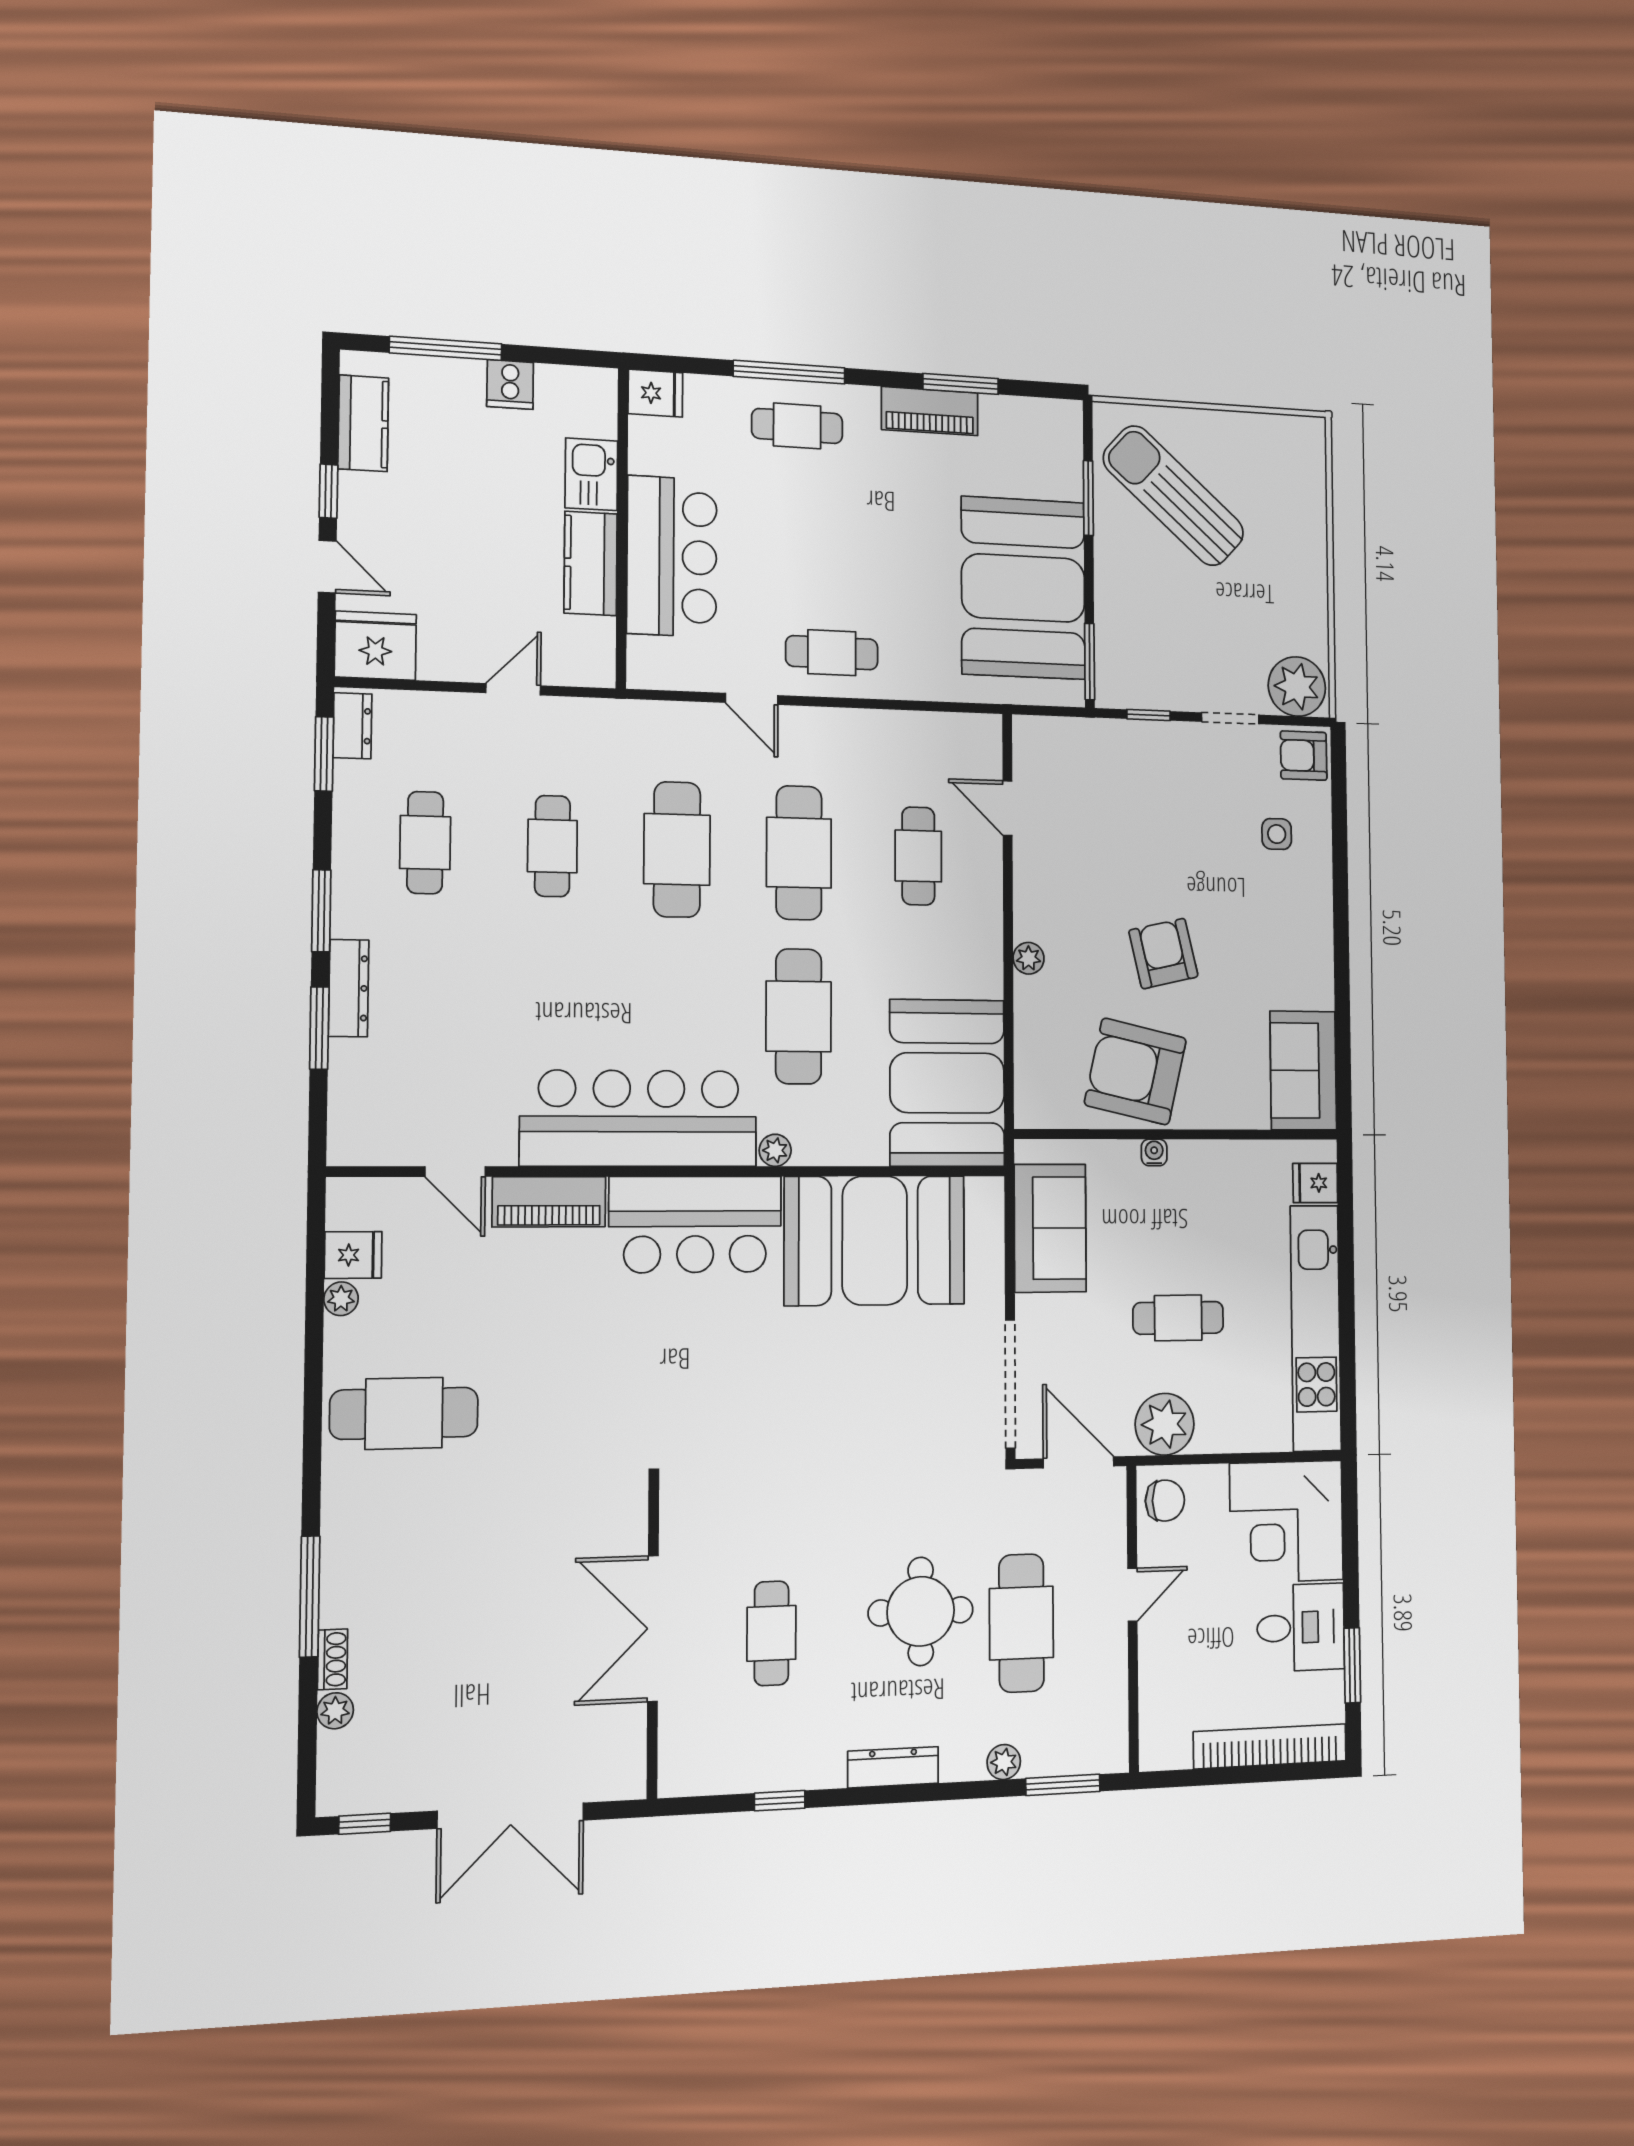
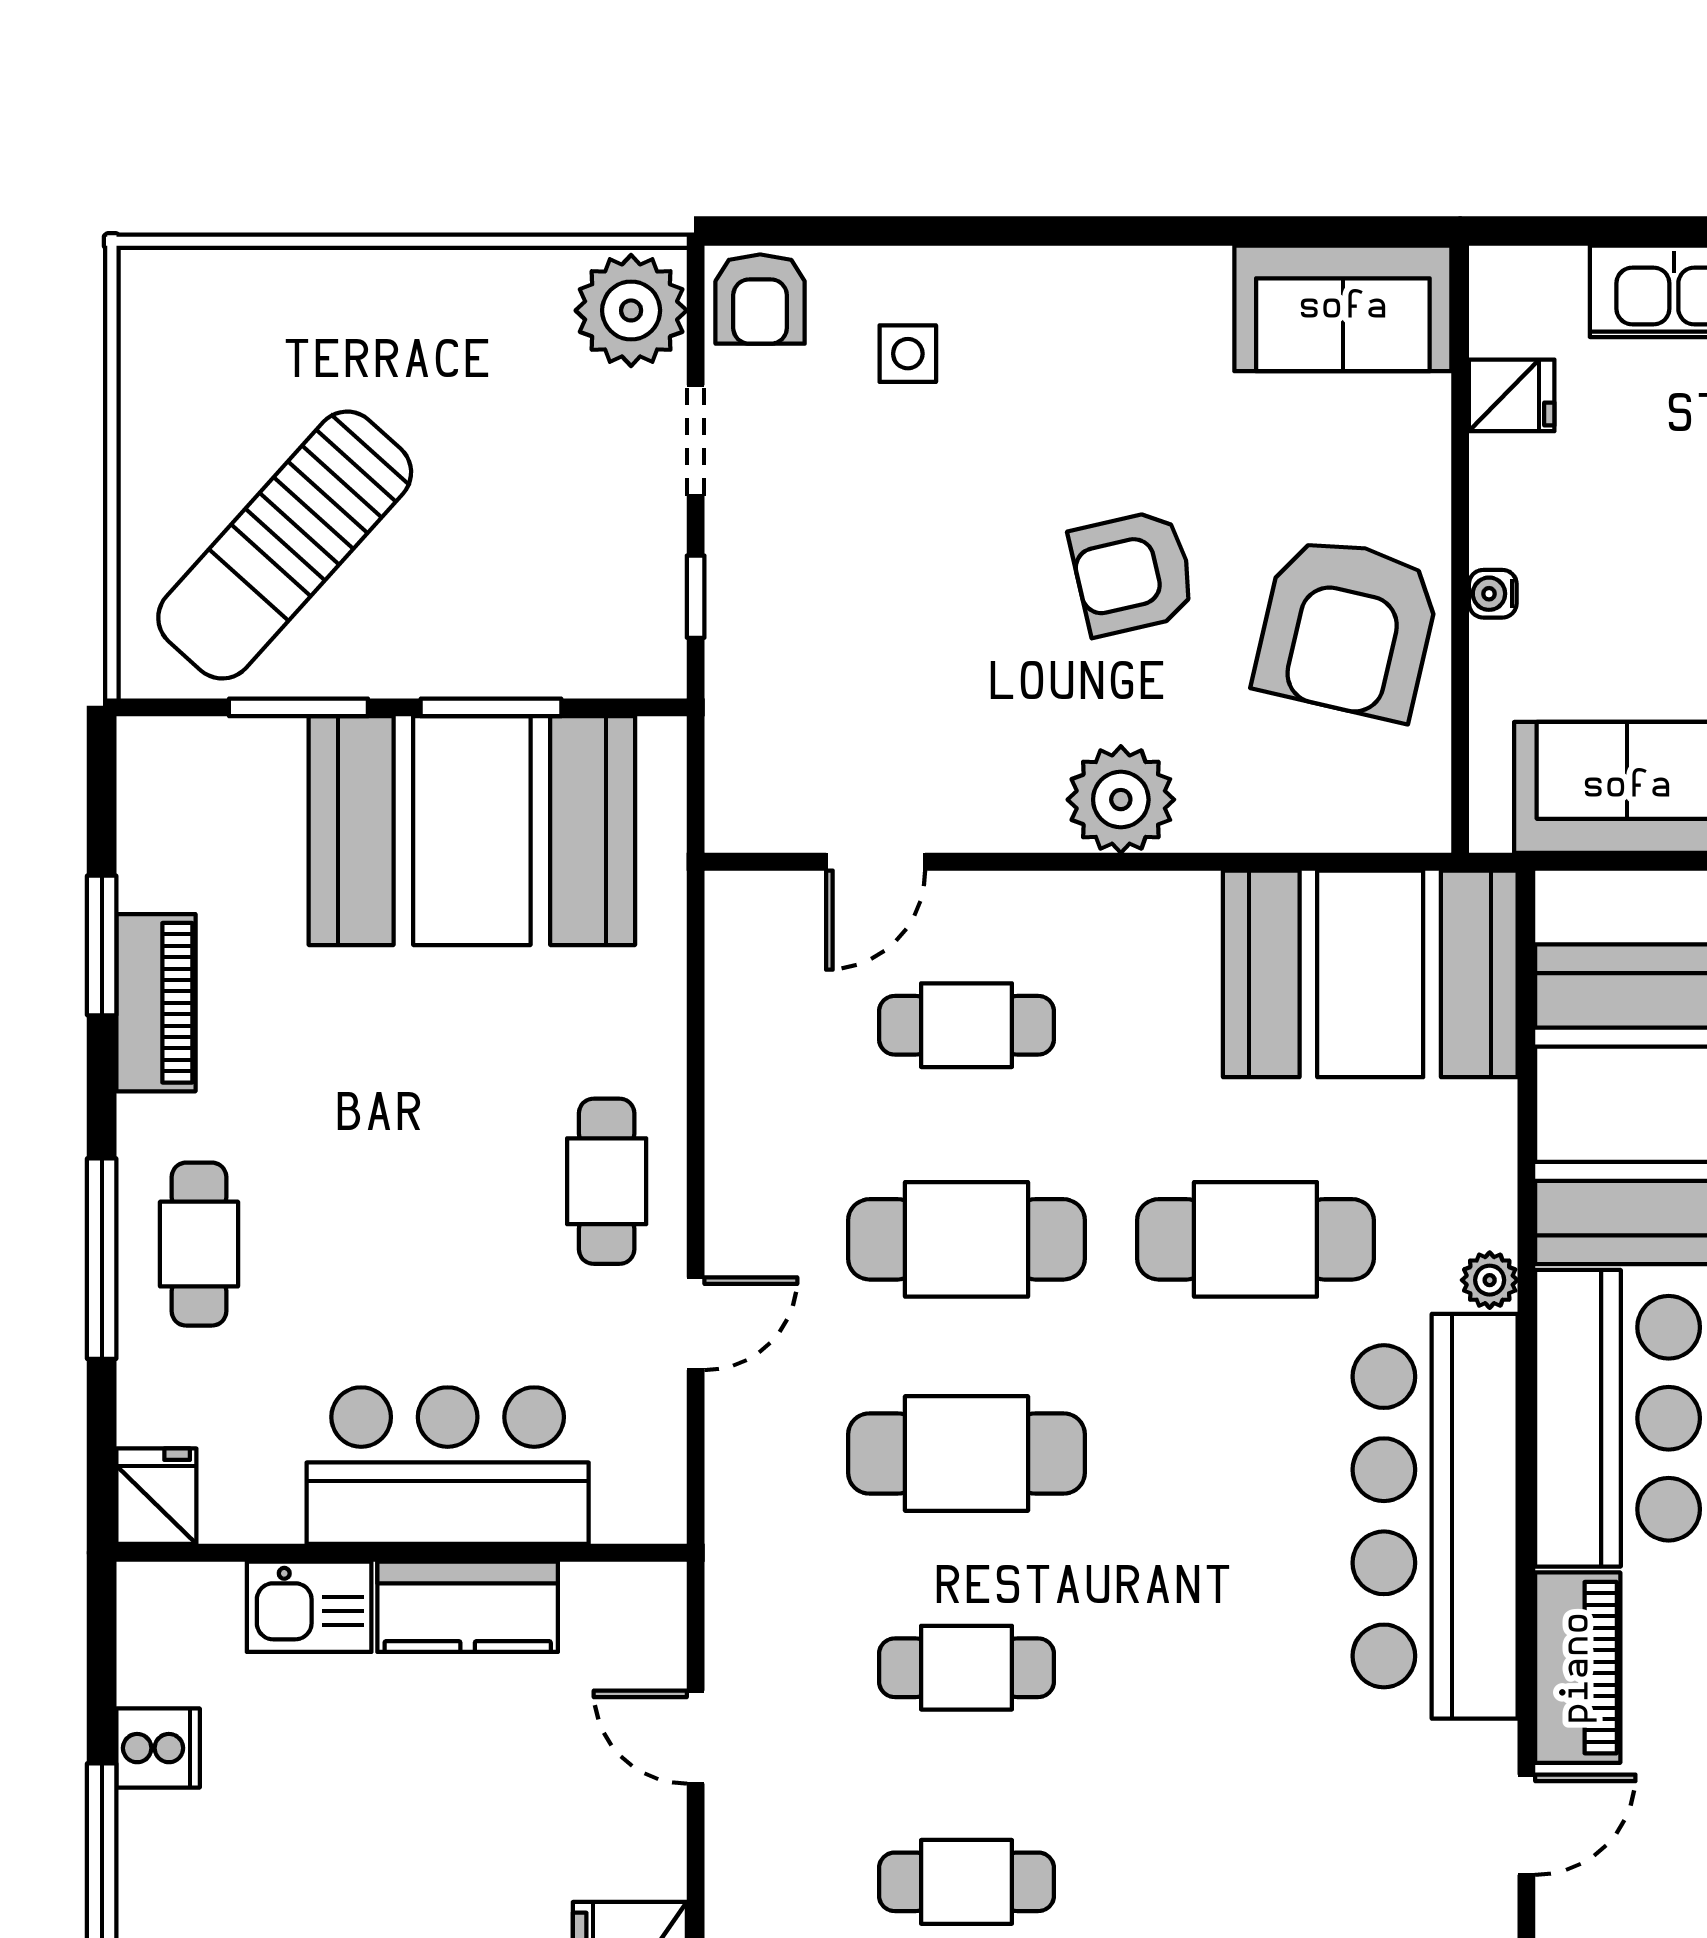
window: (1090, 662) -> (491, 707), moved
plant: (1029, 958) -> (1121, 800), width x1.87, depth x1.87
fridge: (1315, 1183) -> (1512, 395), moved, turned -90

